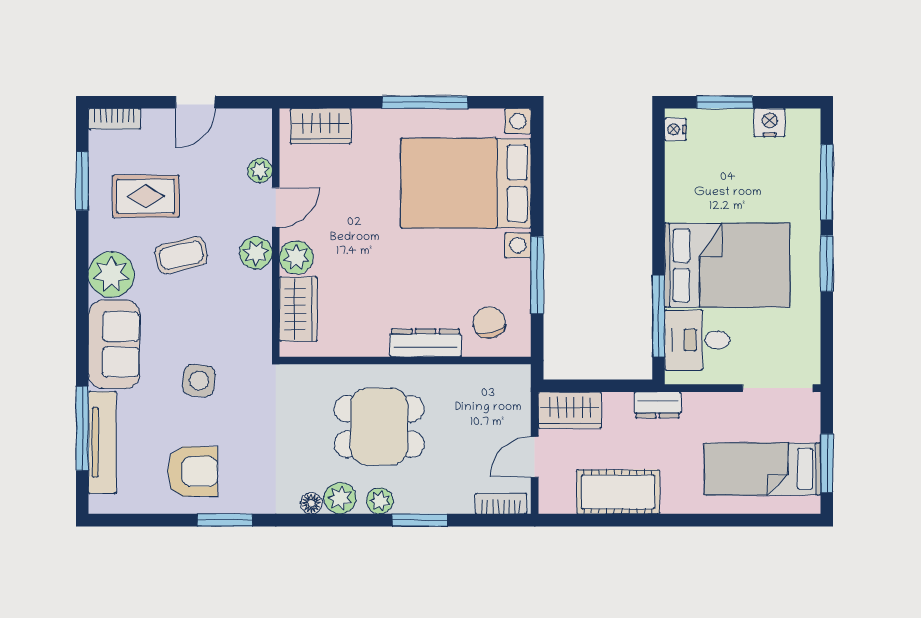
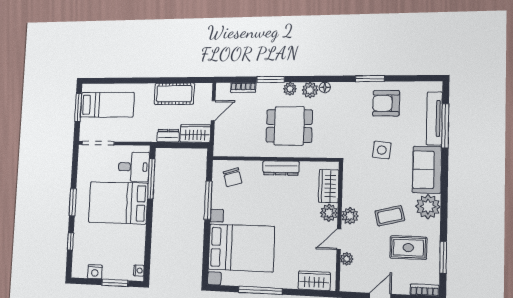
window: (827, 182) -> (70, 241), width x0.46
dresser: (426, 343) -> (281, 168), moved
dresser: (658, 405) -> (168, 136), moved
bookcase: (501, 504) -> (243, 88), moved

